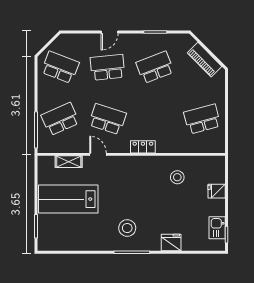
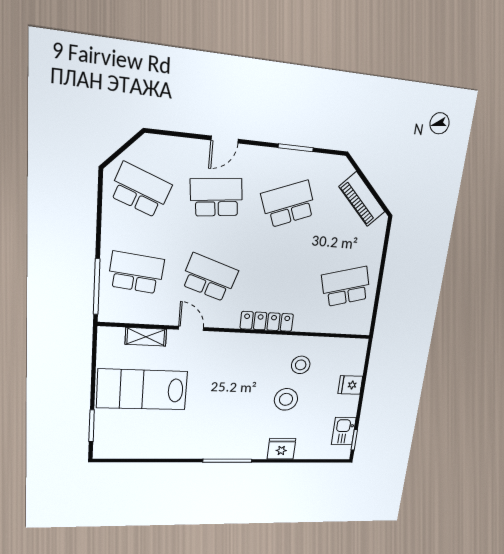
school desk: (60, 119) -> (136, 273), turned 30
locker: (143, 147) -> (267, 321), width x1.53
stool: (127, 228) -> (286, 399), moved

